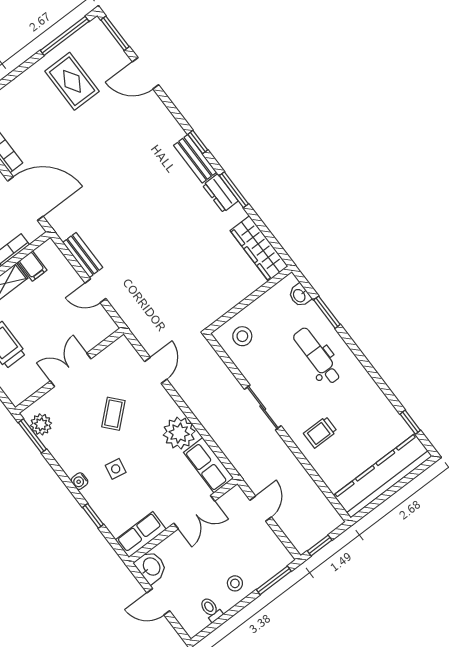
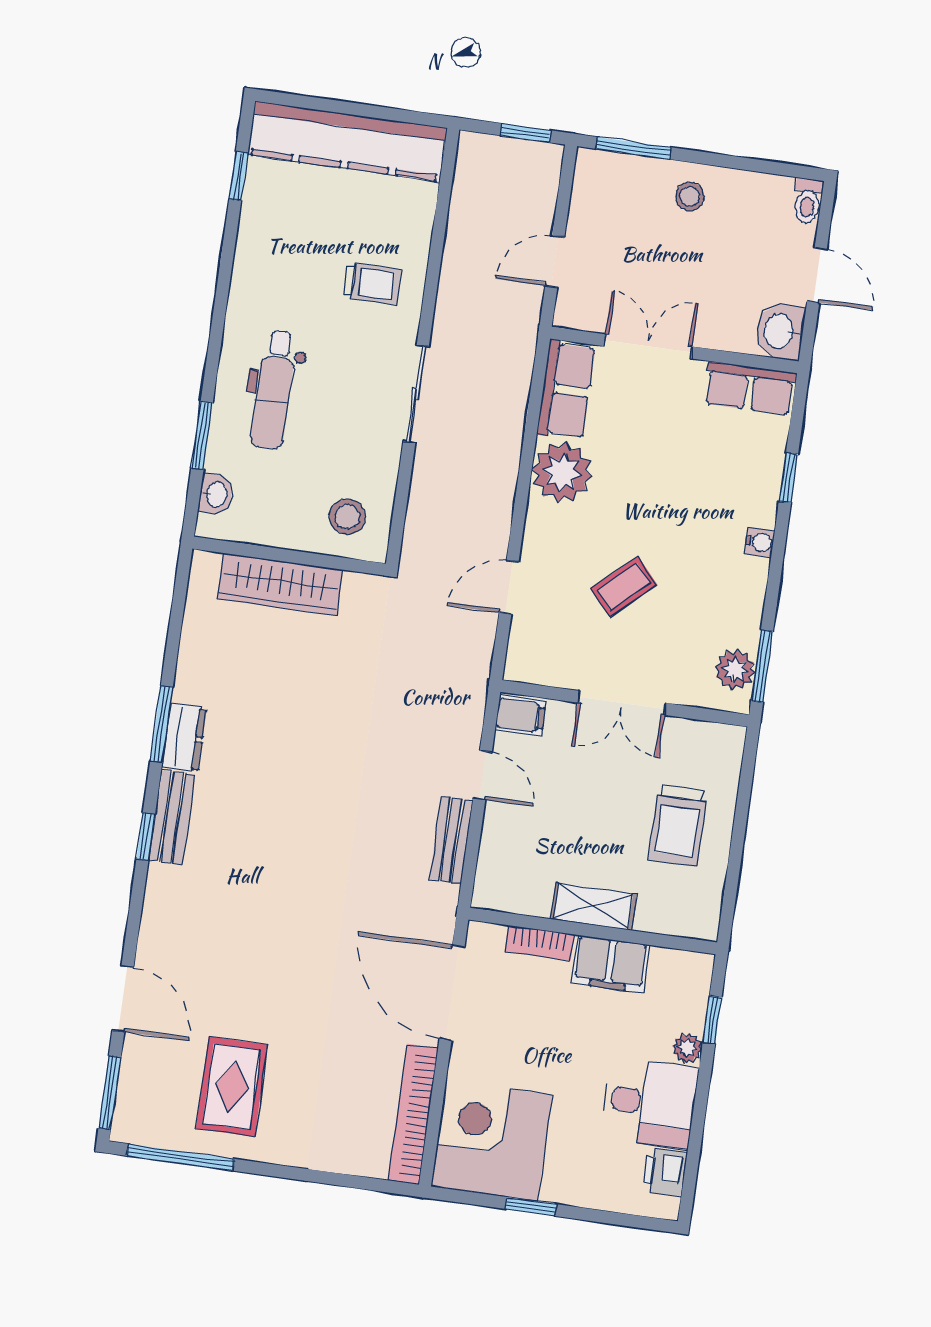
wardrobe: (259, 248) -> (280, 584), moved, turned 90
filing cabinet: (32, 266) -> (520, 715), moved, turned 90
side table: (116, 469) -> (695, 510), removed
toilet: (211, 609) -> (808, 201), moved

